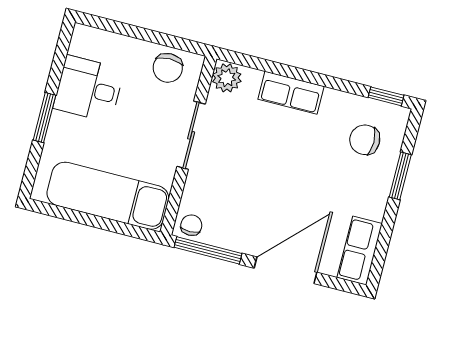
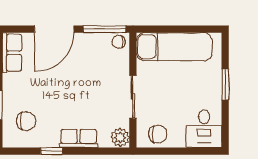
chair: (168, 68) -> (158, 134), turned 90
desk: (89, 89) -> (204, 129), moved, turned 90
window: (386, 96) -> (52, 151), moved
chair: (191, 225) -> (119, 42), turned 90

